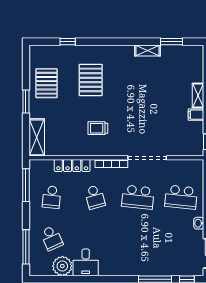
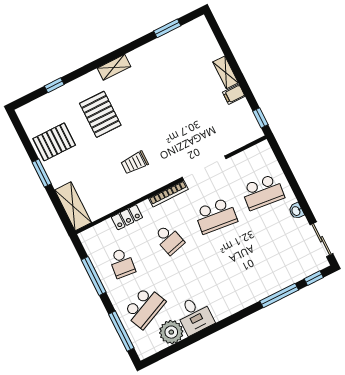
shelving: (147, 51) -> (114, 67), moved
pallet: (47, 83) -> (54, 142), turned 90
locker: (72, 165) -> (127, 217), width x0.66
window: (26, 185) -> (94, 276), moved
school desk: (52, 238) -> (144, 308), width x1.85

